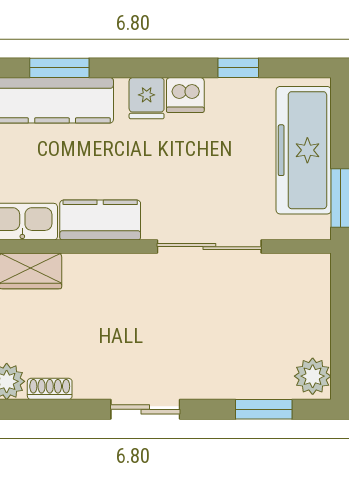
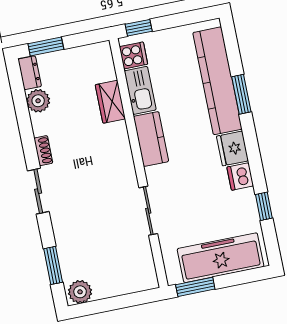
fridge: (147, 98) -> (232, 148), width x1.38
sliding door: (209, 247) -> (148, 211), width x0.73
shoe rack: (50, 389) -> (43, 151), moved

